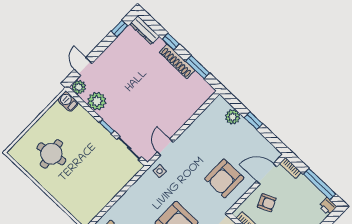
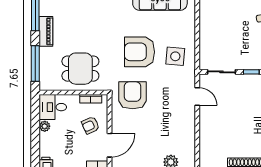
side table: (160, 171) -> (175, 56), moved, width x1.87, depth x1.87
armchair: (224, 178) -> (133, 95), moved

